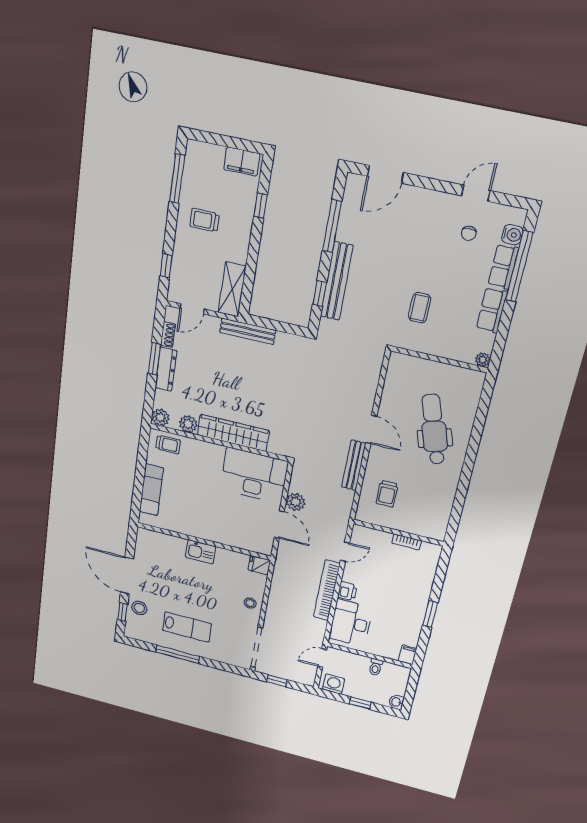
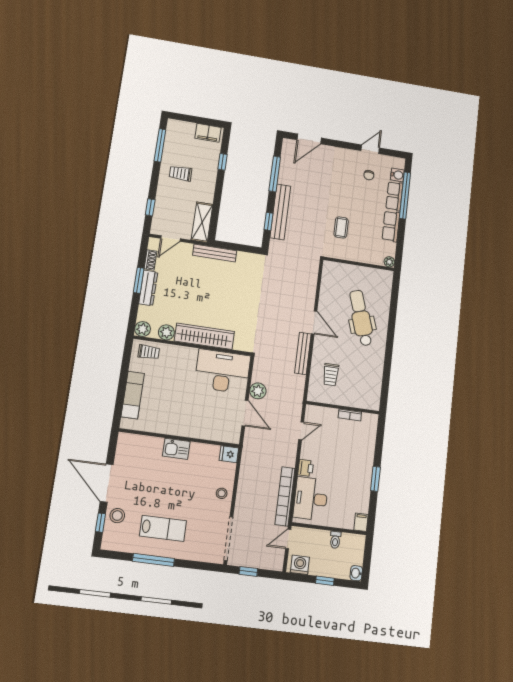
bookcase: (327, 590) -> (285, 496), moved

